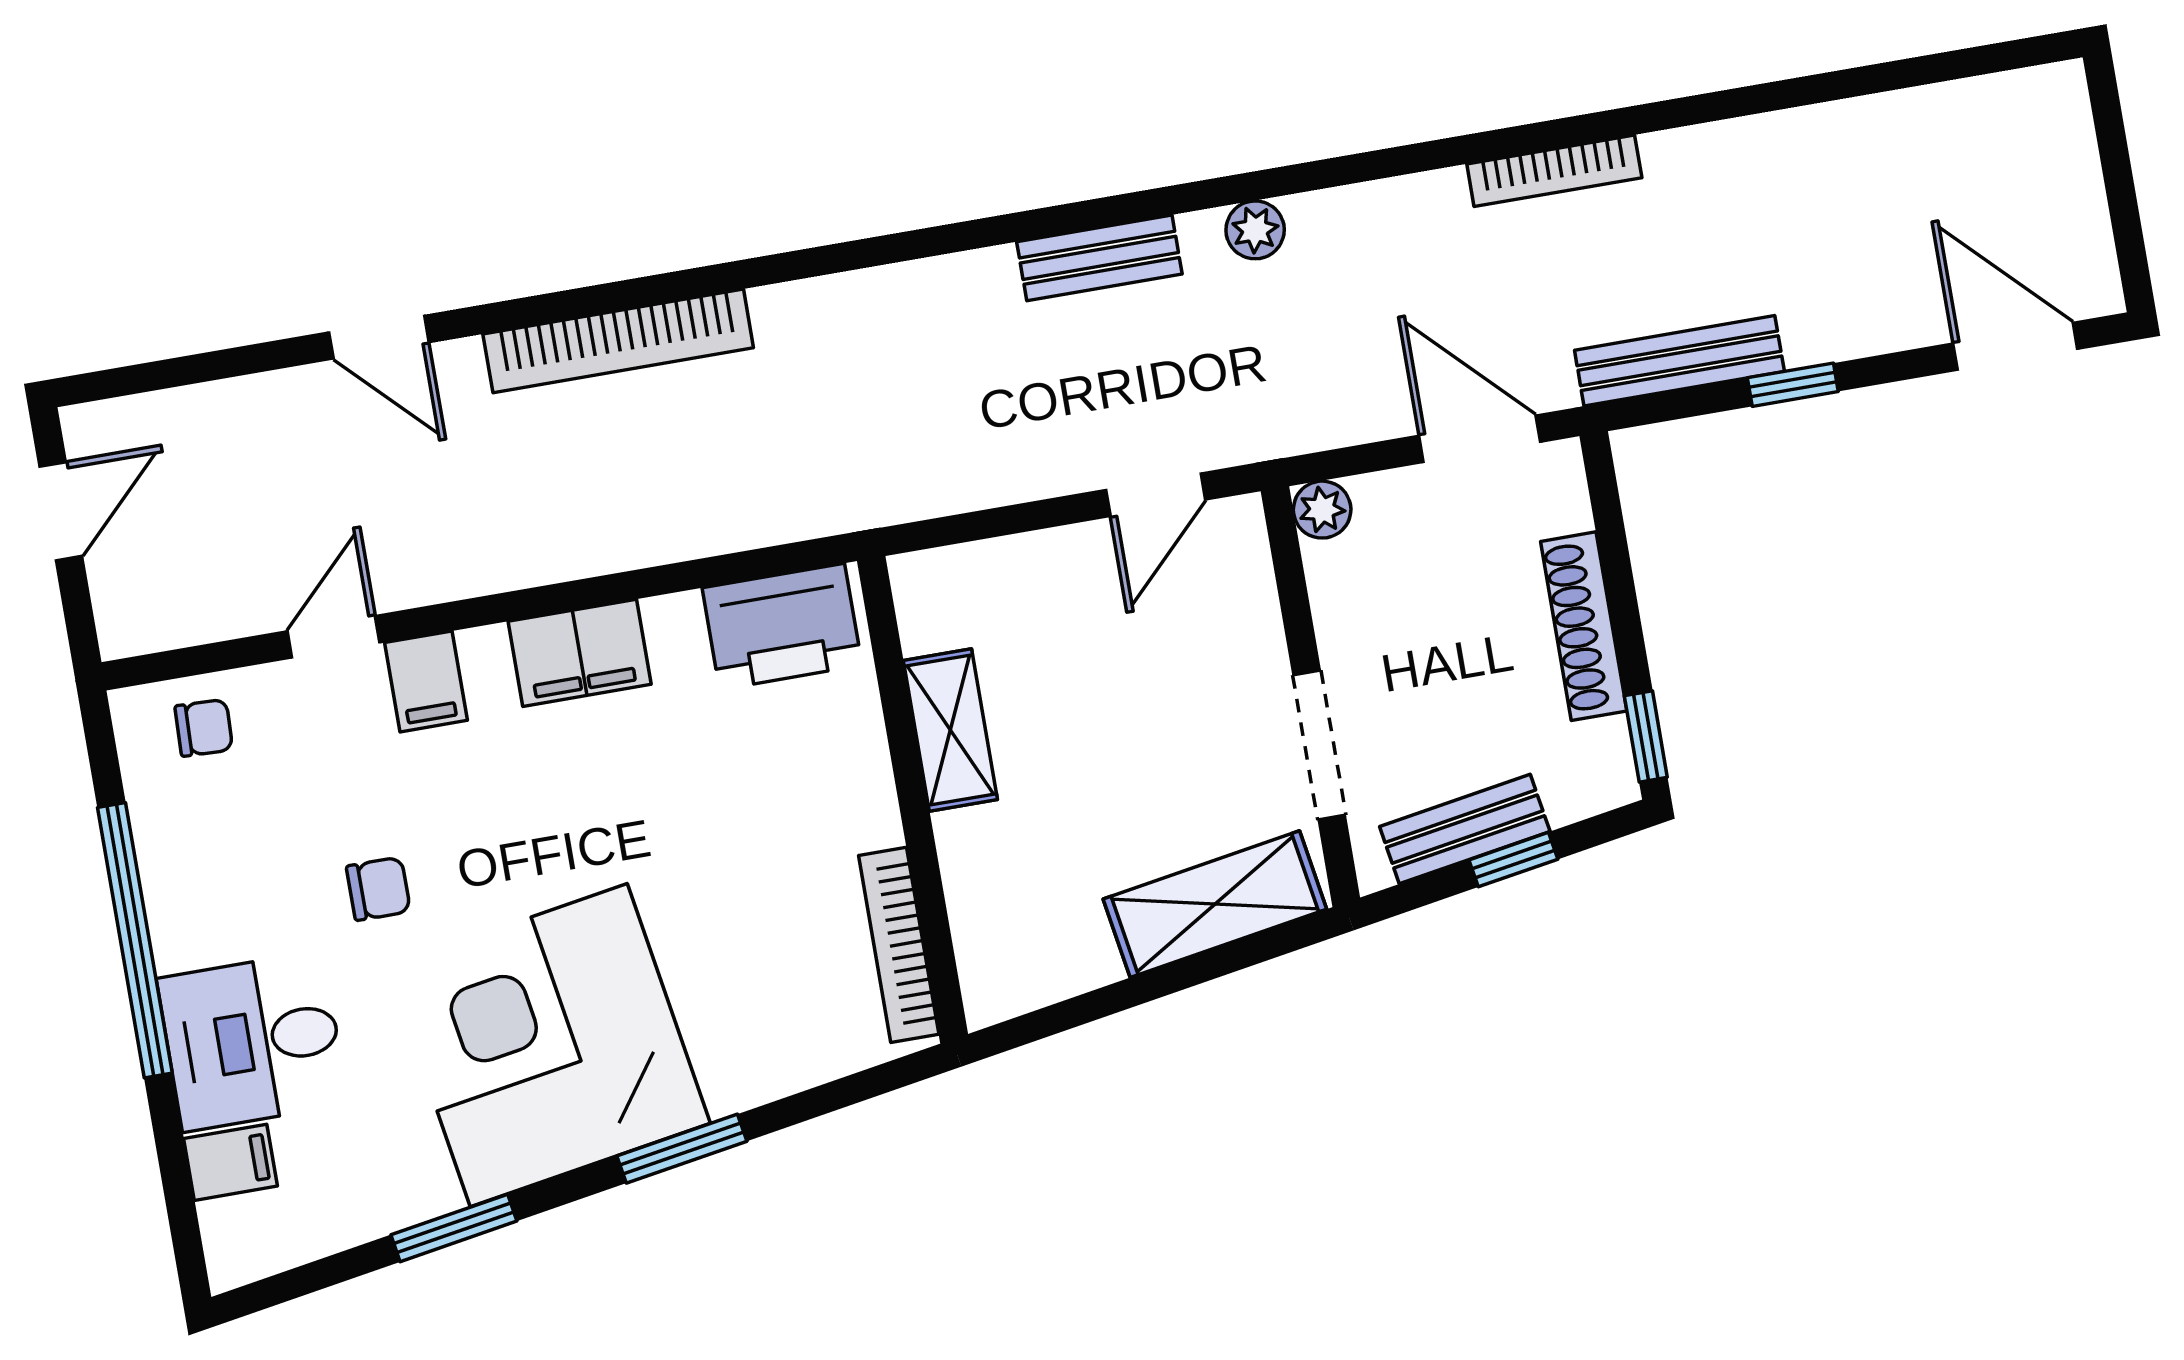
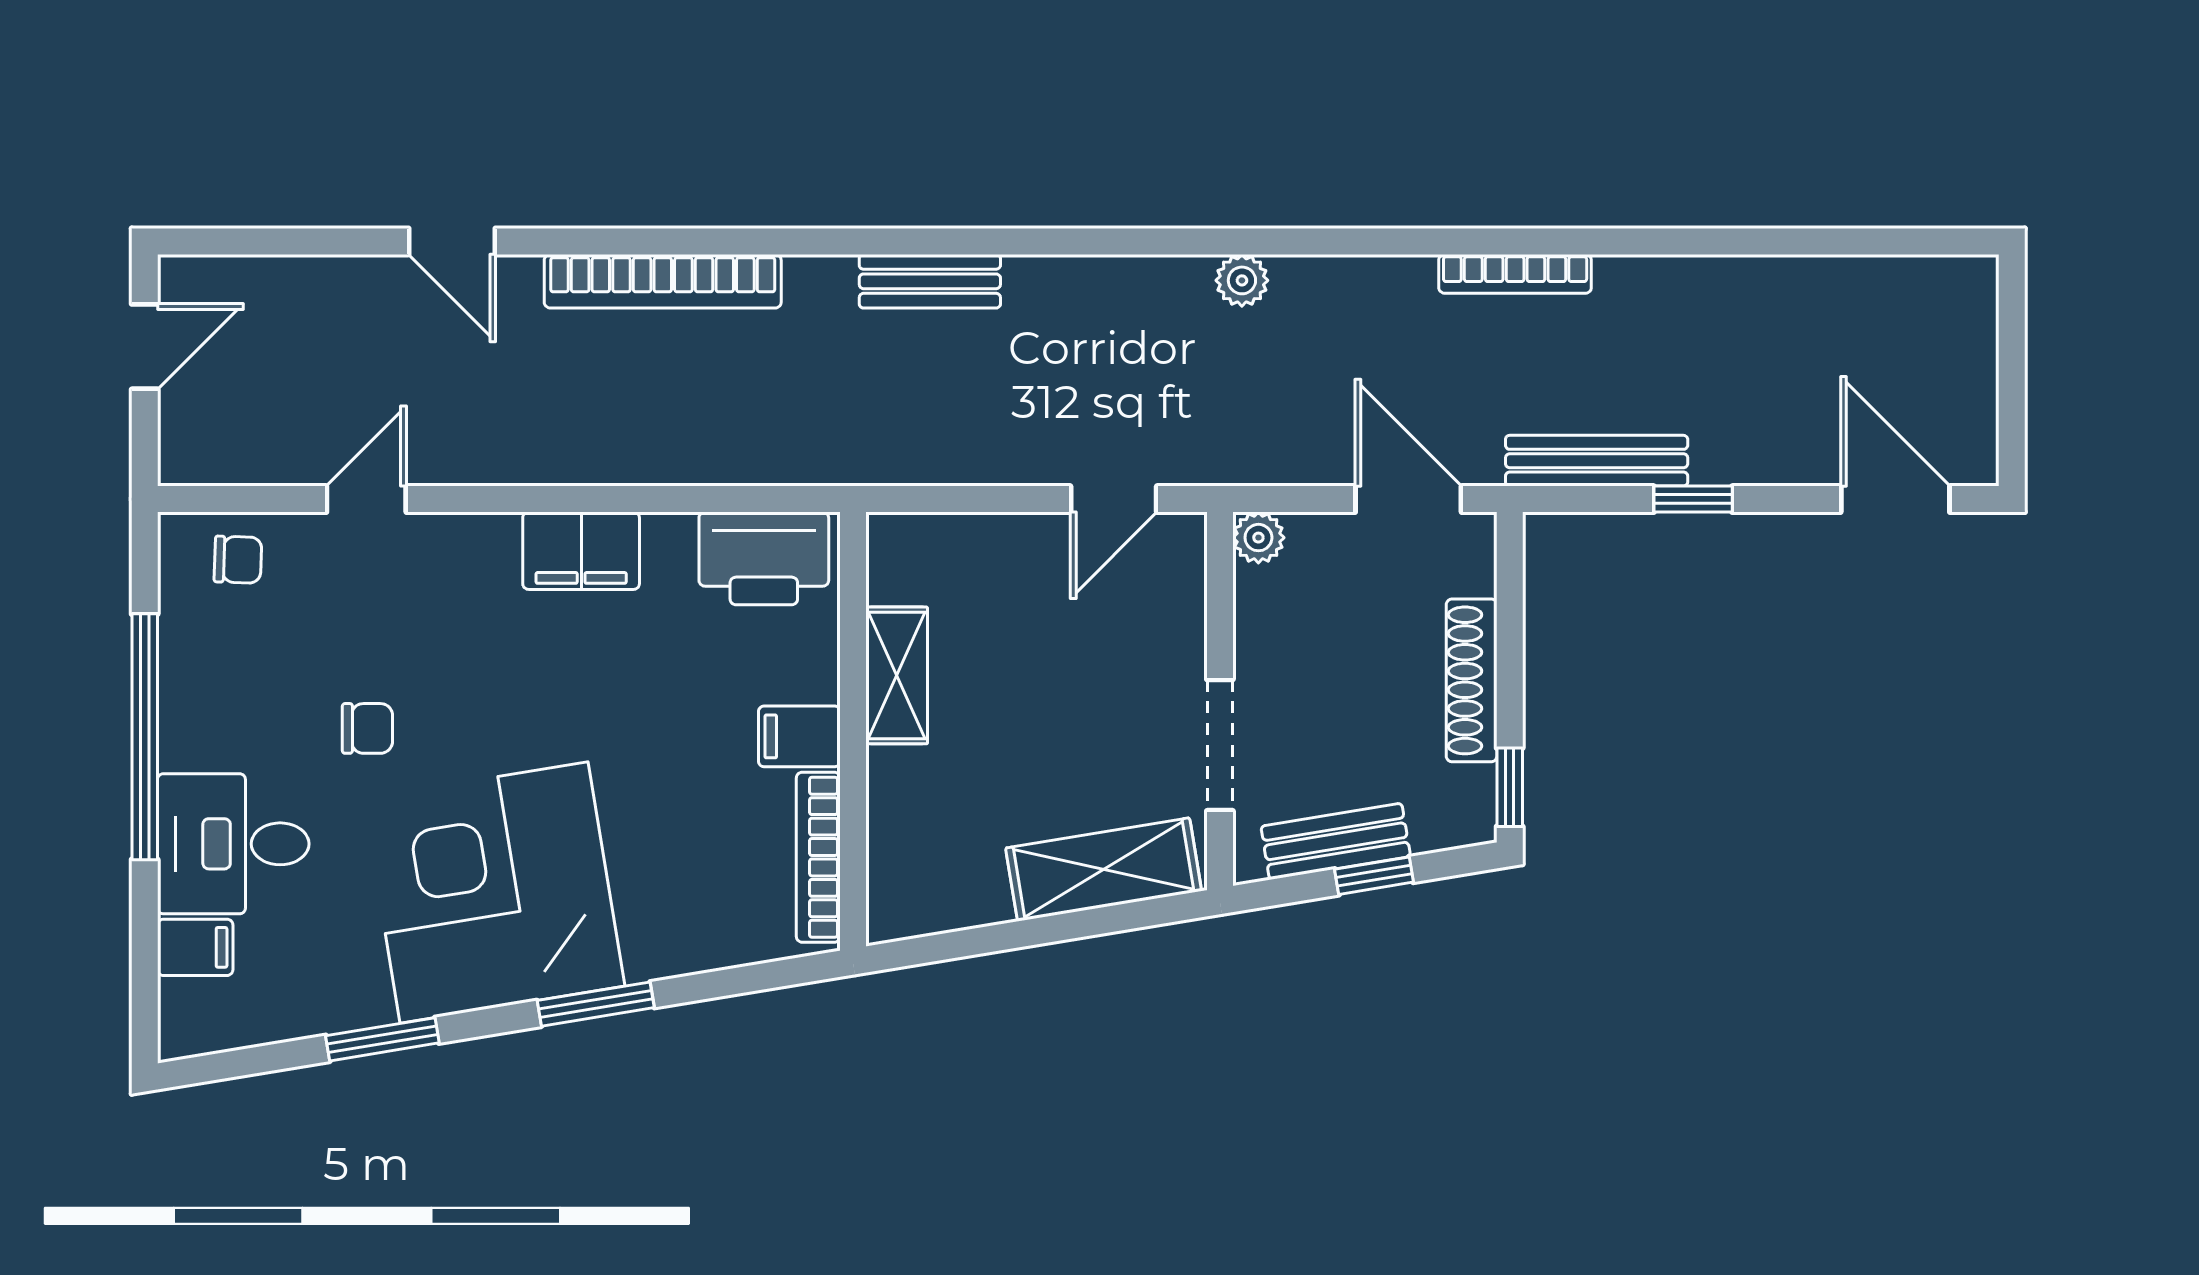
bench: (1099, 258) -> (930, 281), moved
filing cabinet: (426, 681) -> (799, 736), moved, turned 90

